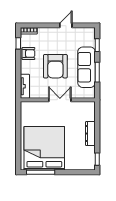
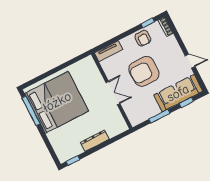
sofa: (87, 67) -> (178, 93), moved

